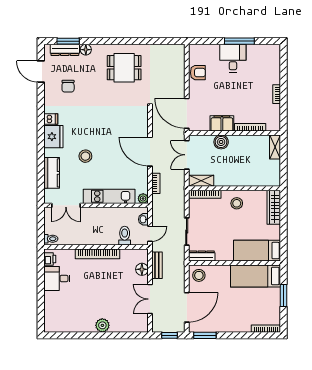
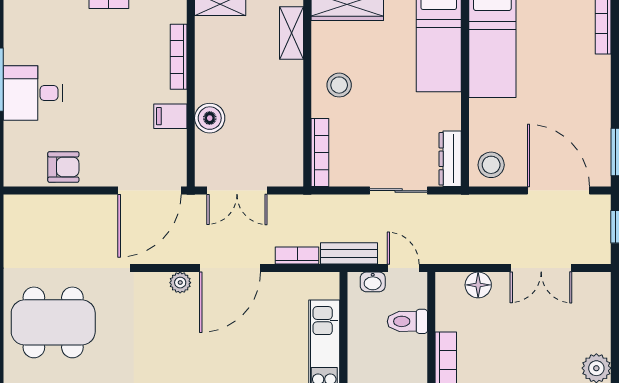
dining table: (124, 68) -> (53, 322), width x1.38
armchair: (198, 73) -> (63, 167), turned 90
filing cabinet: (222, 123) -> (170, 116), width x0.50
shelving: (201, 181) -> (291, 33), moved
plant: (143, 199) -> (180, 283), moved
bench: (157, 265) -> (349, 253), moved

